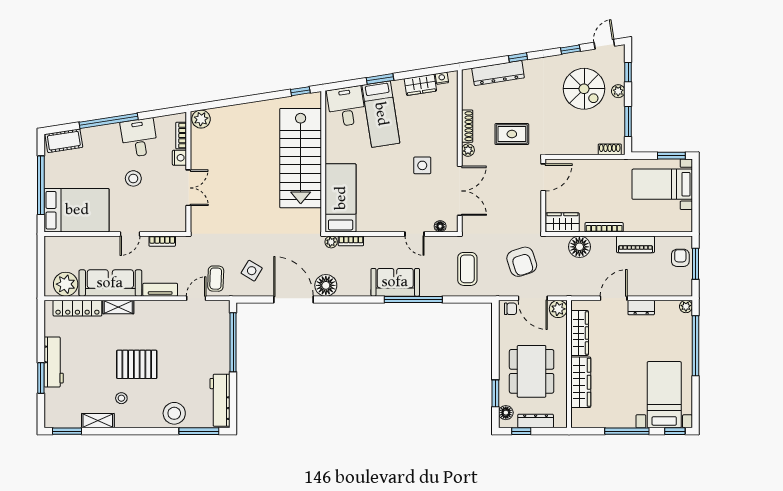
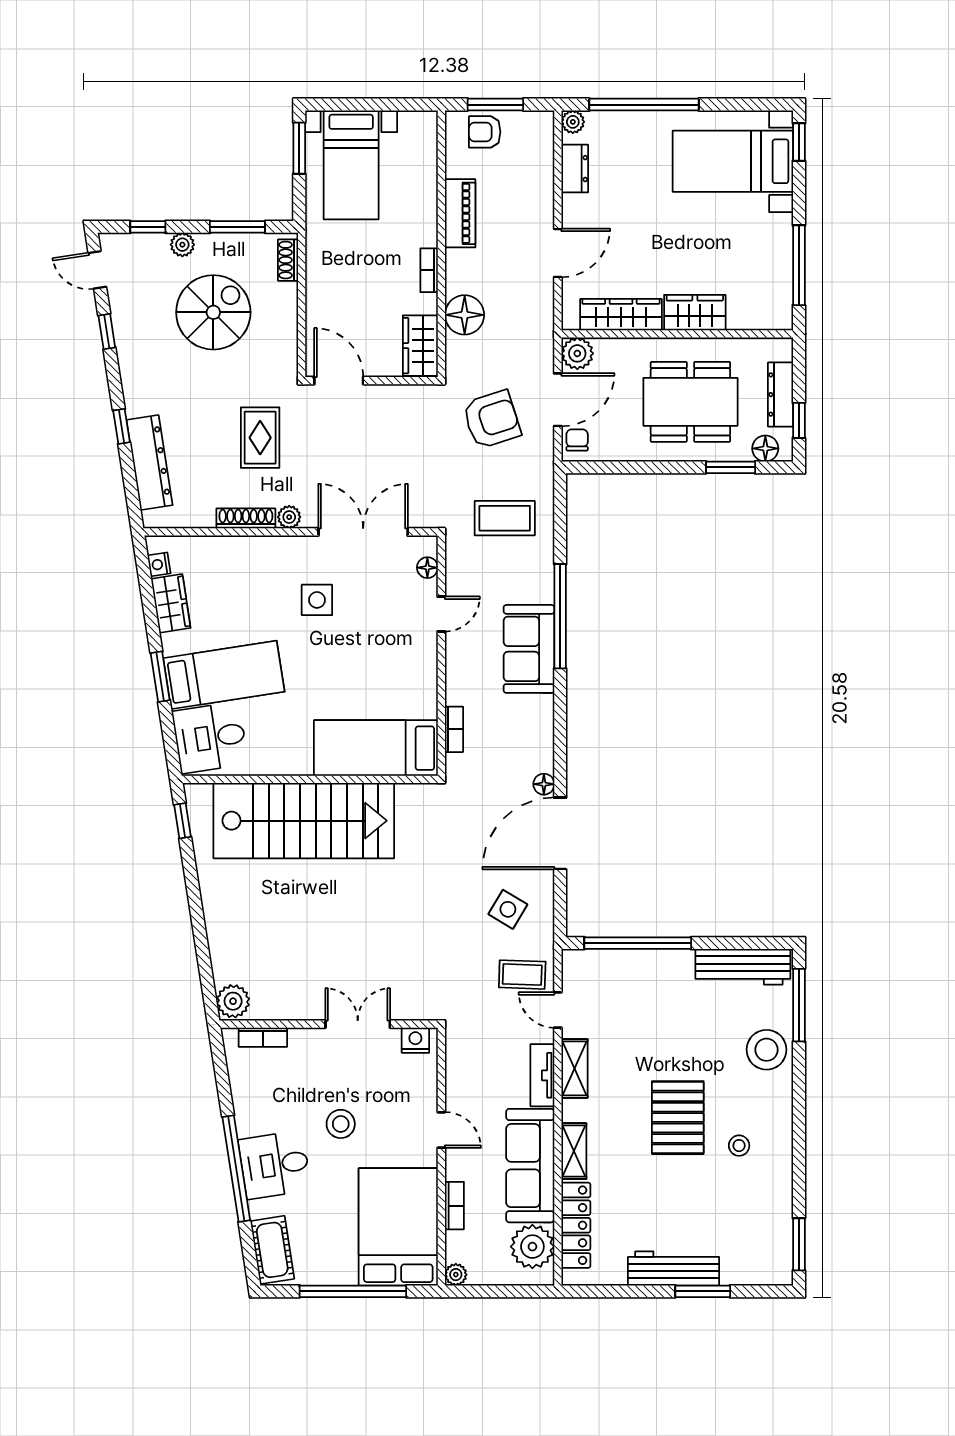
spiral stairs: (584, 89) -> (213, 312), moved
desk: (139, 138) -> (275, 1165), moved
nightstand: (179, 158) -> (415, 1040), moved
bookcase: (604, 227) -> (429, 270), width x0.64
bookcase: (162, 241) -> (454, 1206), moved
plant: (331, 242) -> (456, 1275), moved
floor lamp: (326, 285) -> (544, 784), width x0.53, depth x0.53
door: (614, 298) -> (558, 253), swing flipped
dresser: (641, 308) -> (575, 169), moved
wardrobe: (581, 382) -> (695, 313), width x0.67
shelving: (98, 421) -> (575, 1068), moved
window: (627, 431) -> (799, 265), moved

